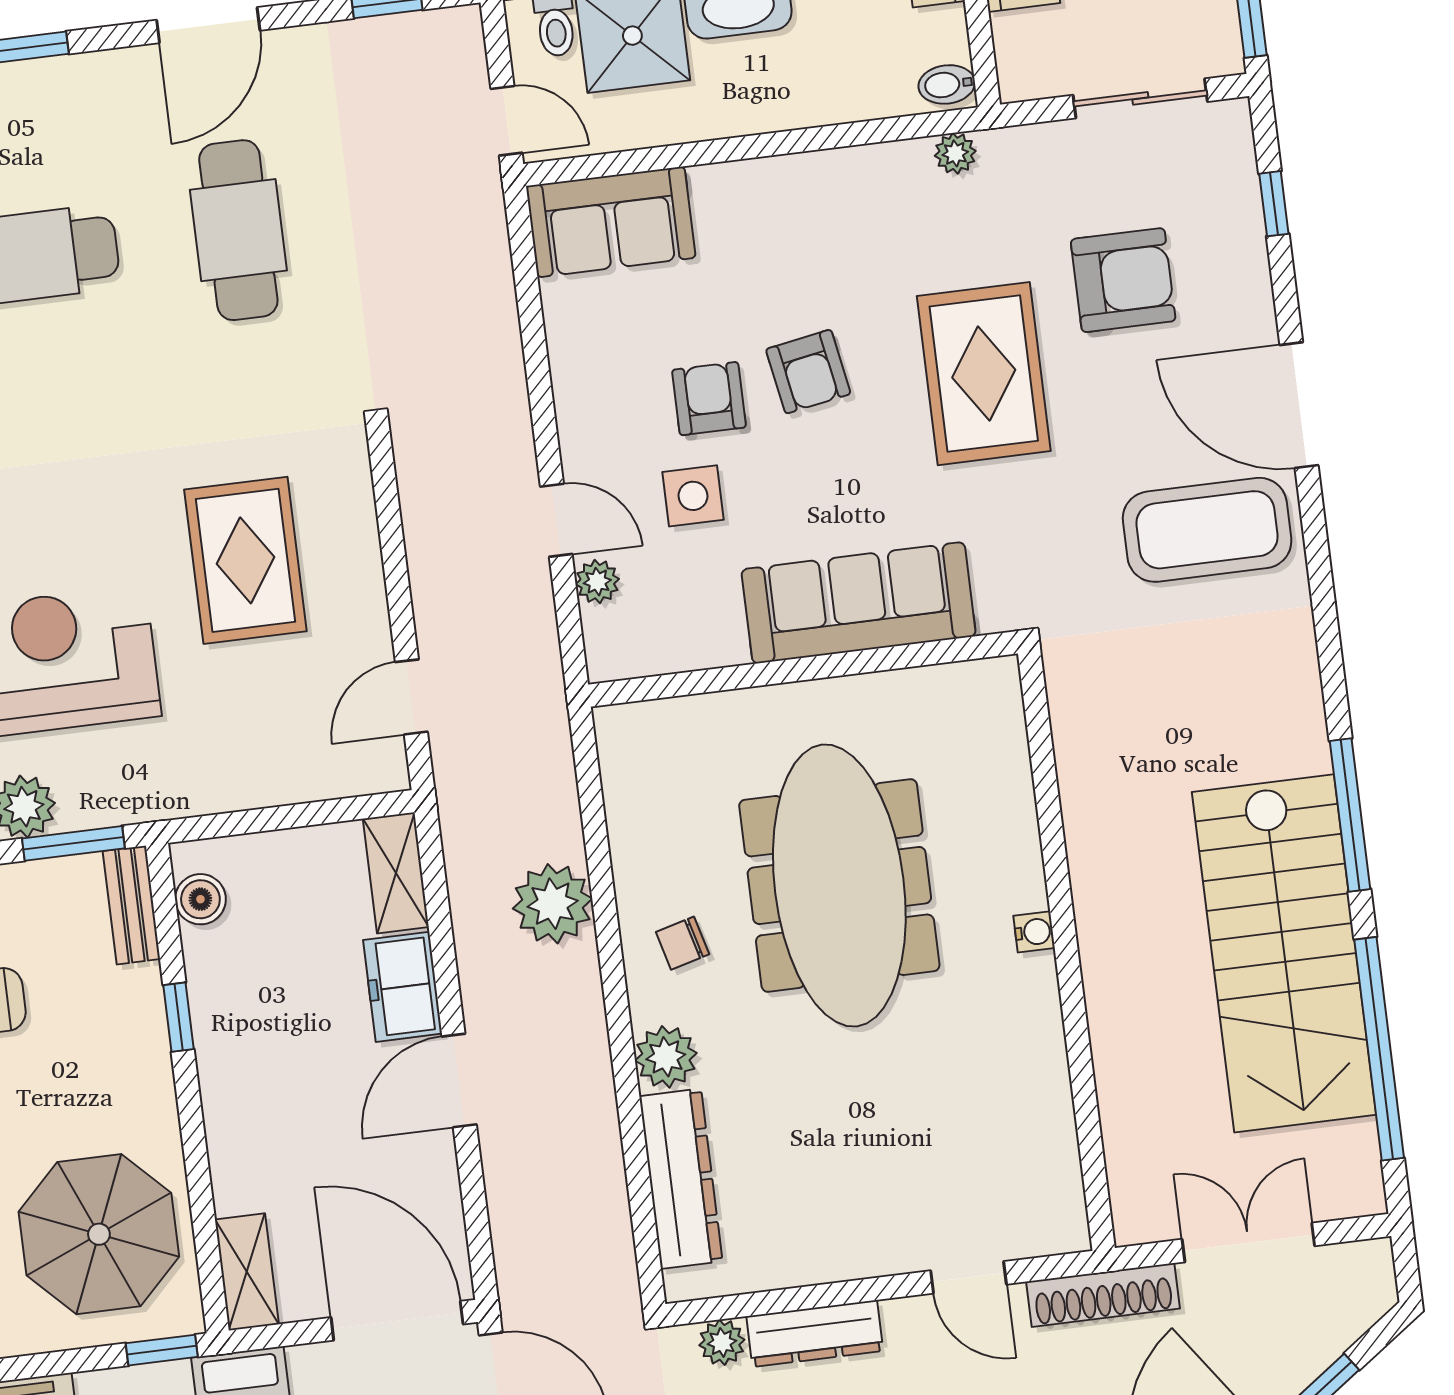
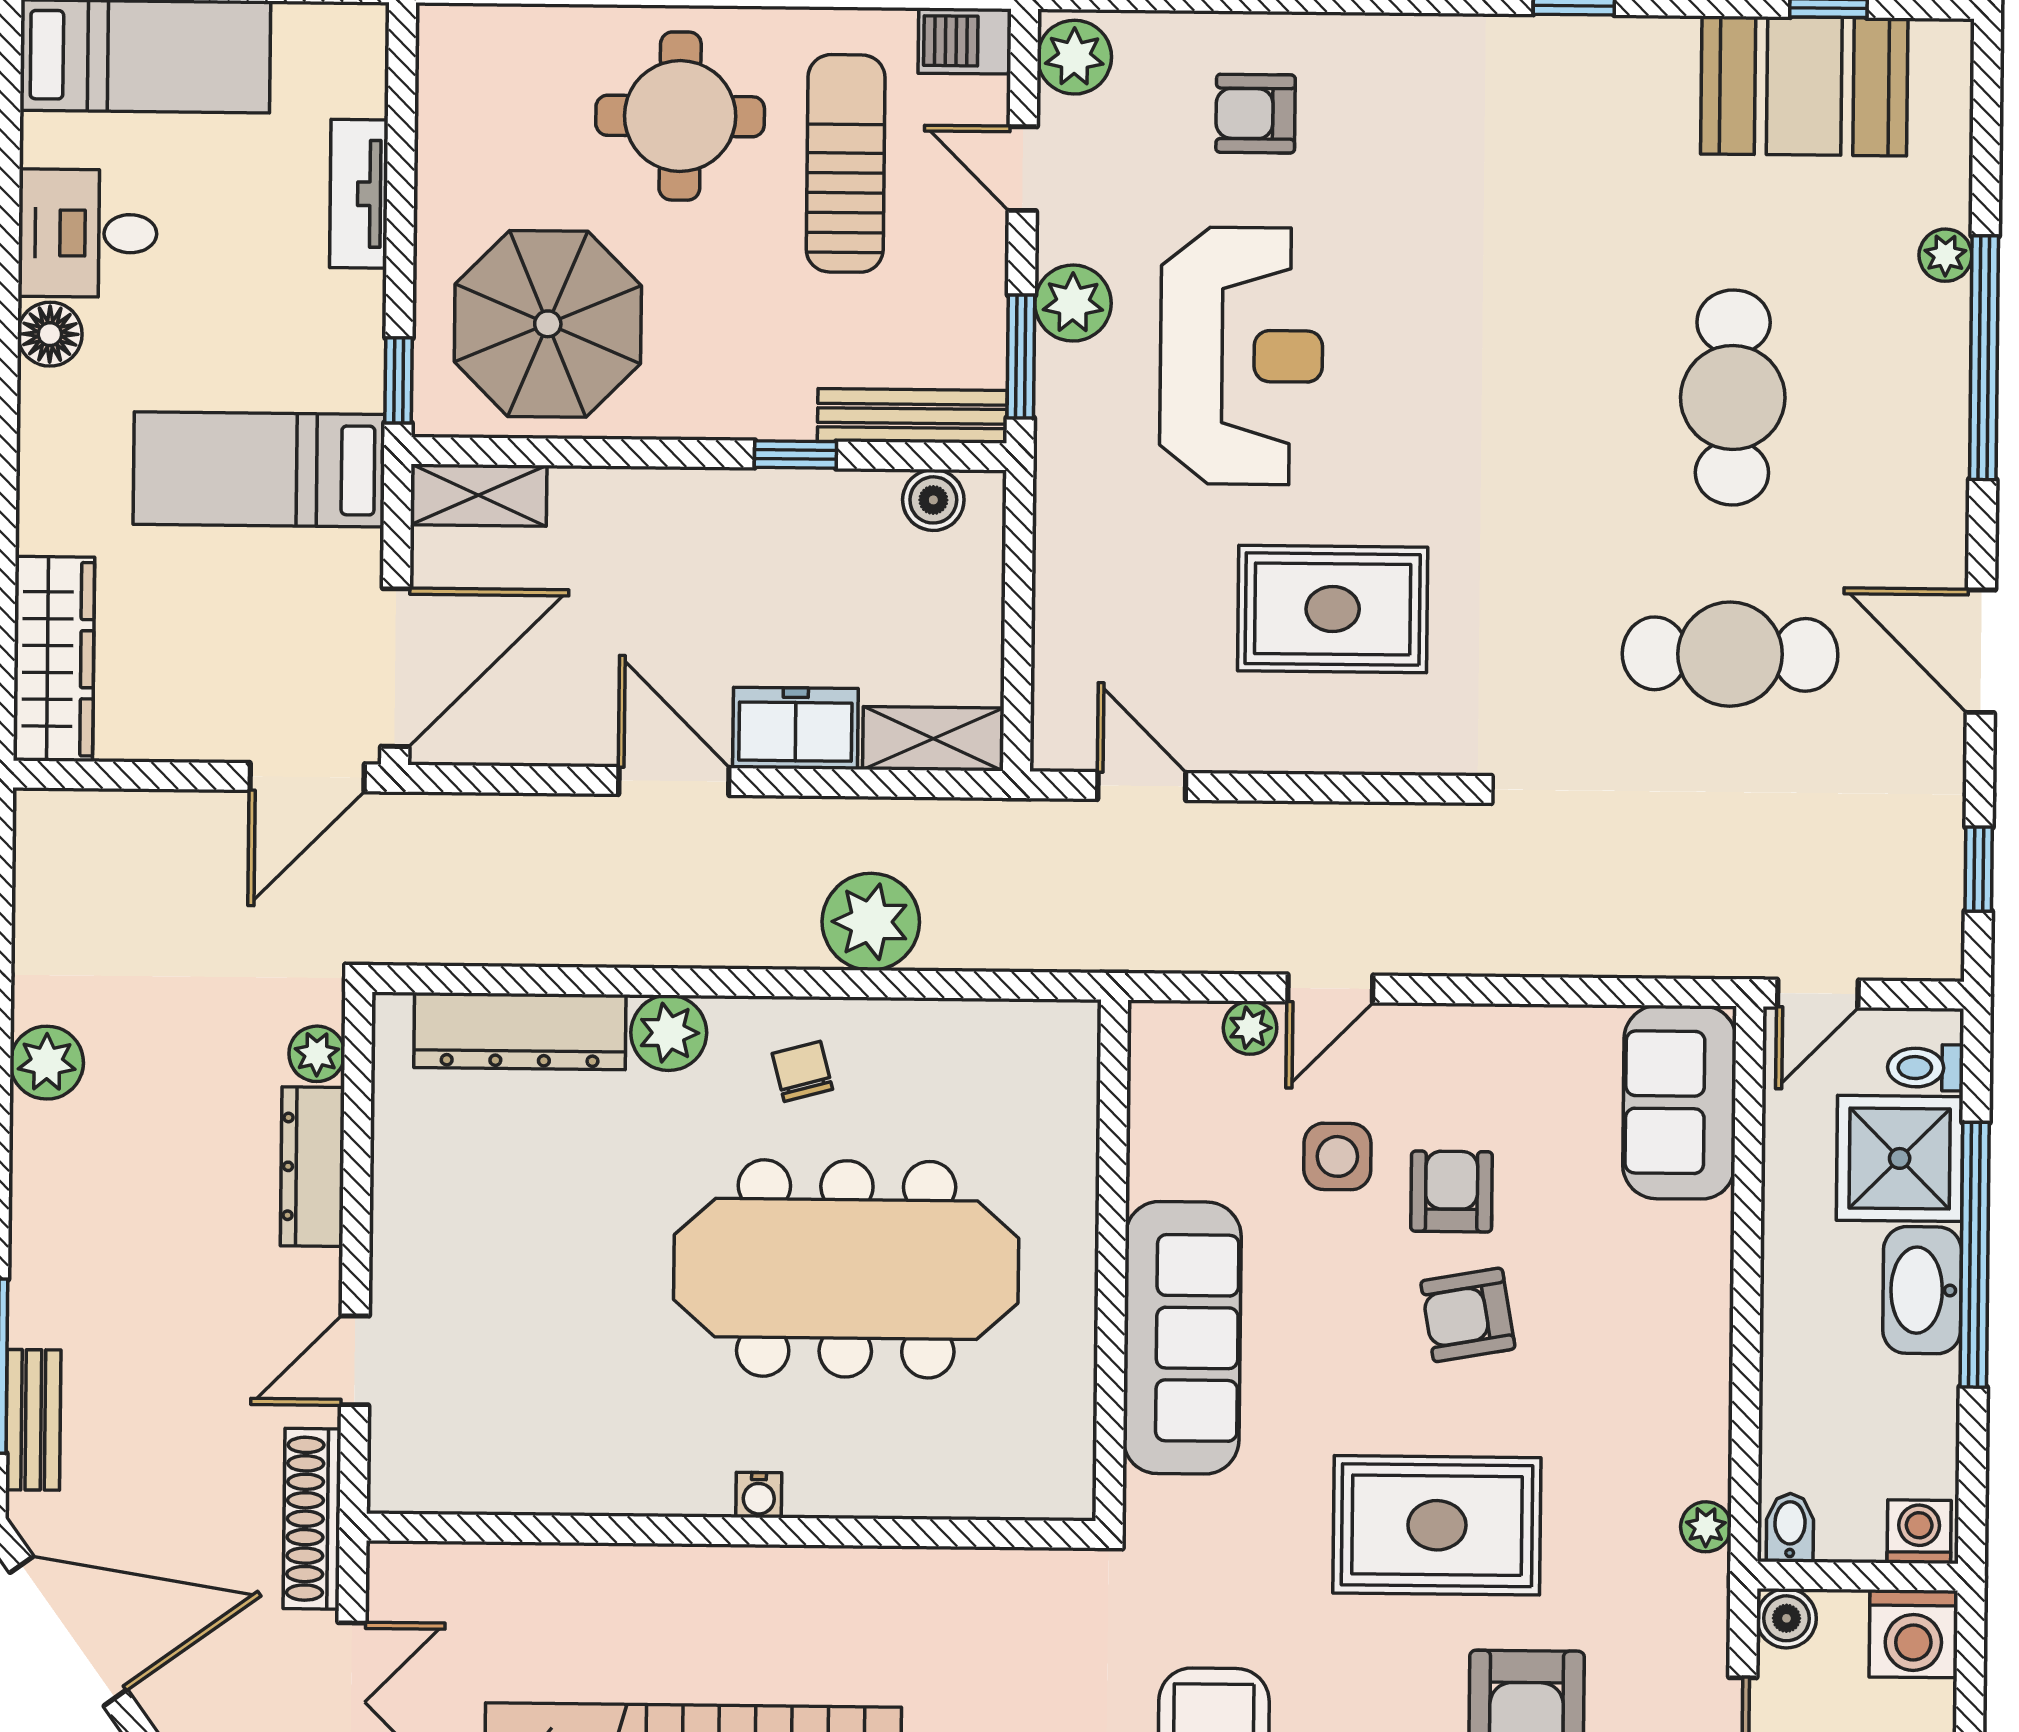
boiler: (1021, 77) -> (1786, 1618), added
armchair: (709, 399) -> (1452, 1191), turned -90
bench: (131, 905) -> (912, 416), width x1.36

